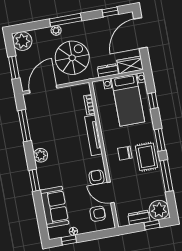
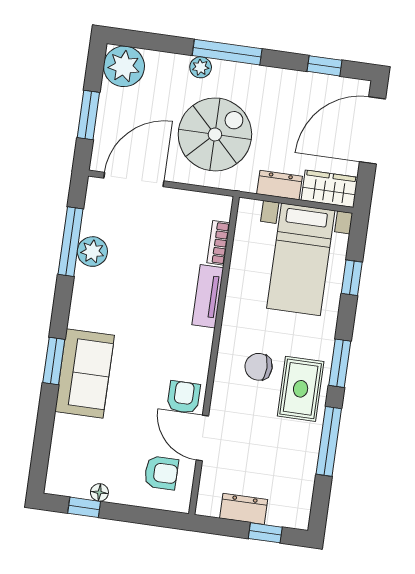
tv unit: (93, 135) -> (208, 296), width x0.71
plant: (41, 155) -> (92, 252), moved
sofa: (54, 207) -> (85, 373), moved
plant: (159, 210) -> (290, 507), removed

